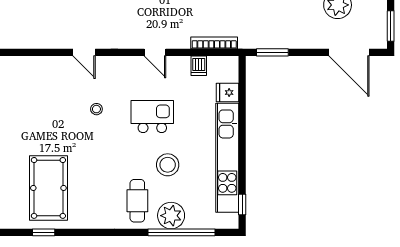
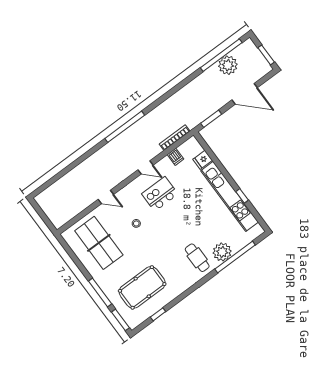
door: (349, 52) -> (245, 94), moved
table tennis table: (37, 99) -> (99, 243), added
kitchen island: (152, 117) -> (160, 194), moved
stool: (168, 165) -> (199, 225), removed
pool table: (48, 188) -> (142, 287), turned 90
window: (242, 204) -> (242, 196), moved

